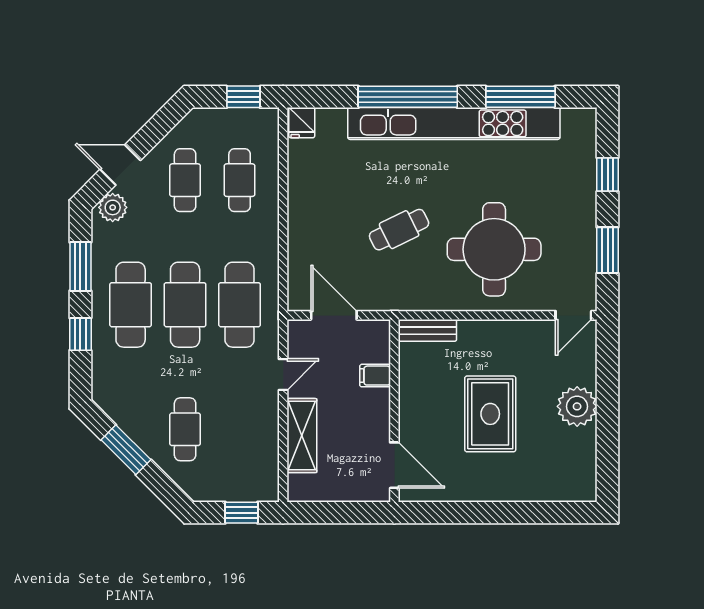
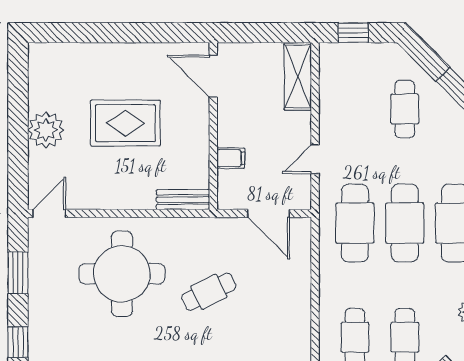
rug: (490, 414) -> (125, 123), turned 90
shelving: (302, 436) -> (298, 76), moved

